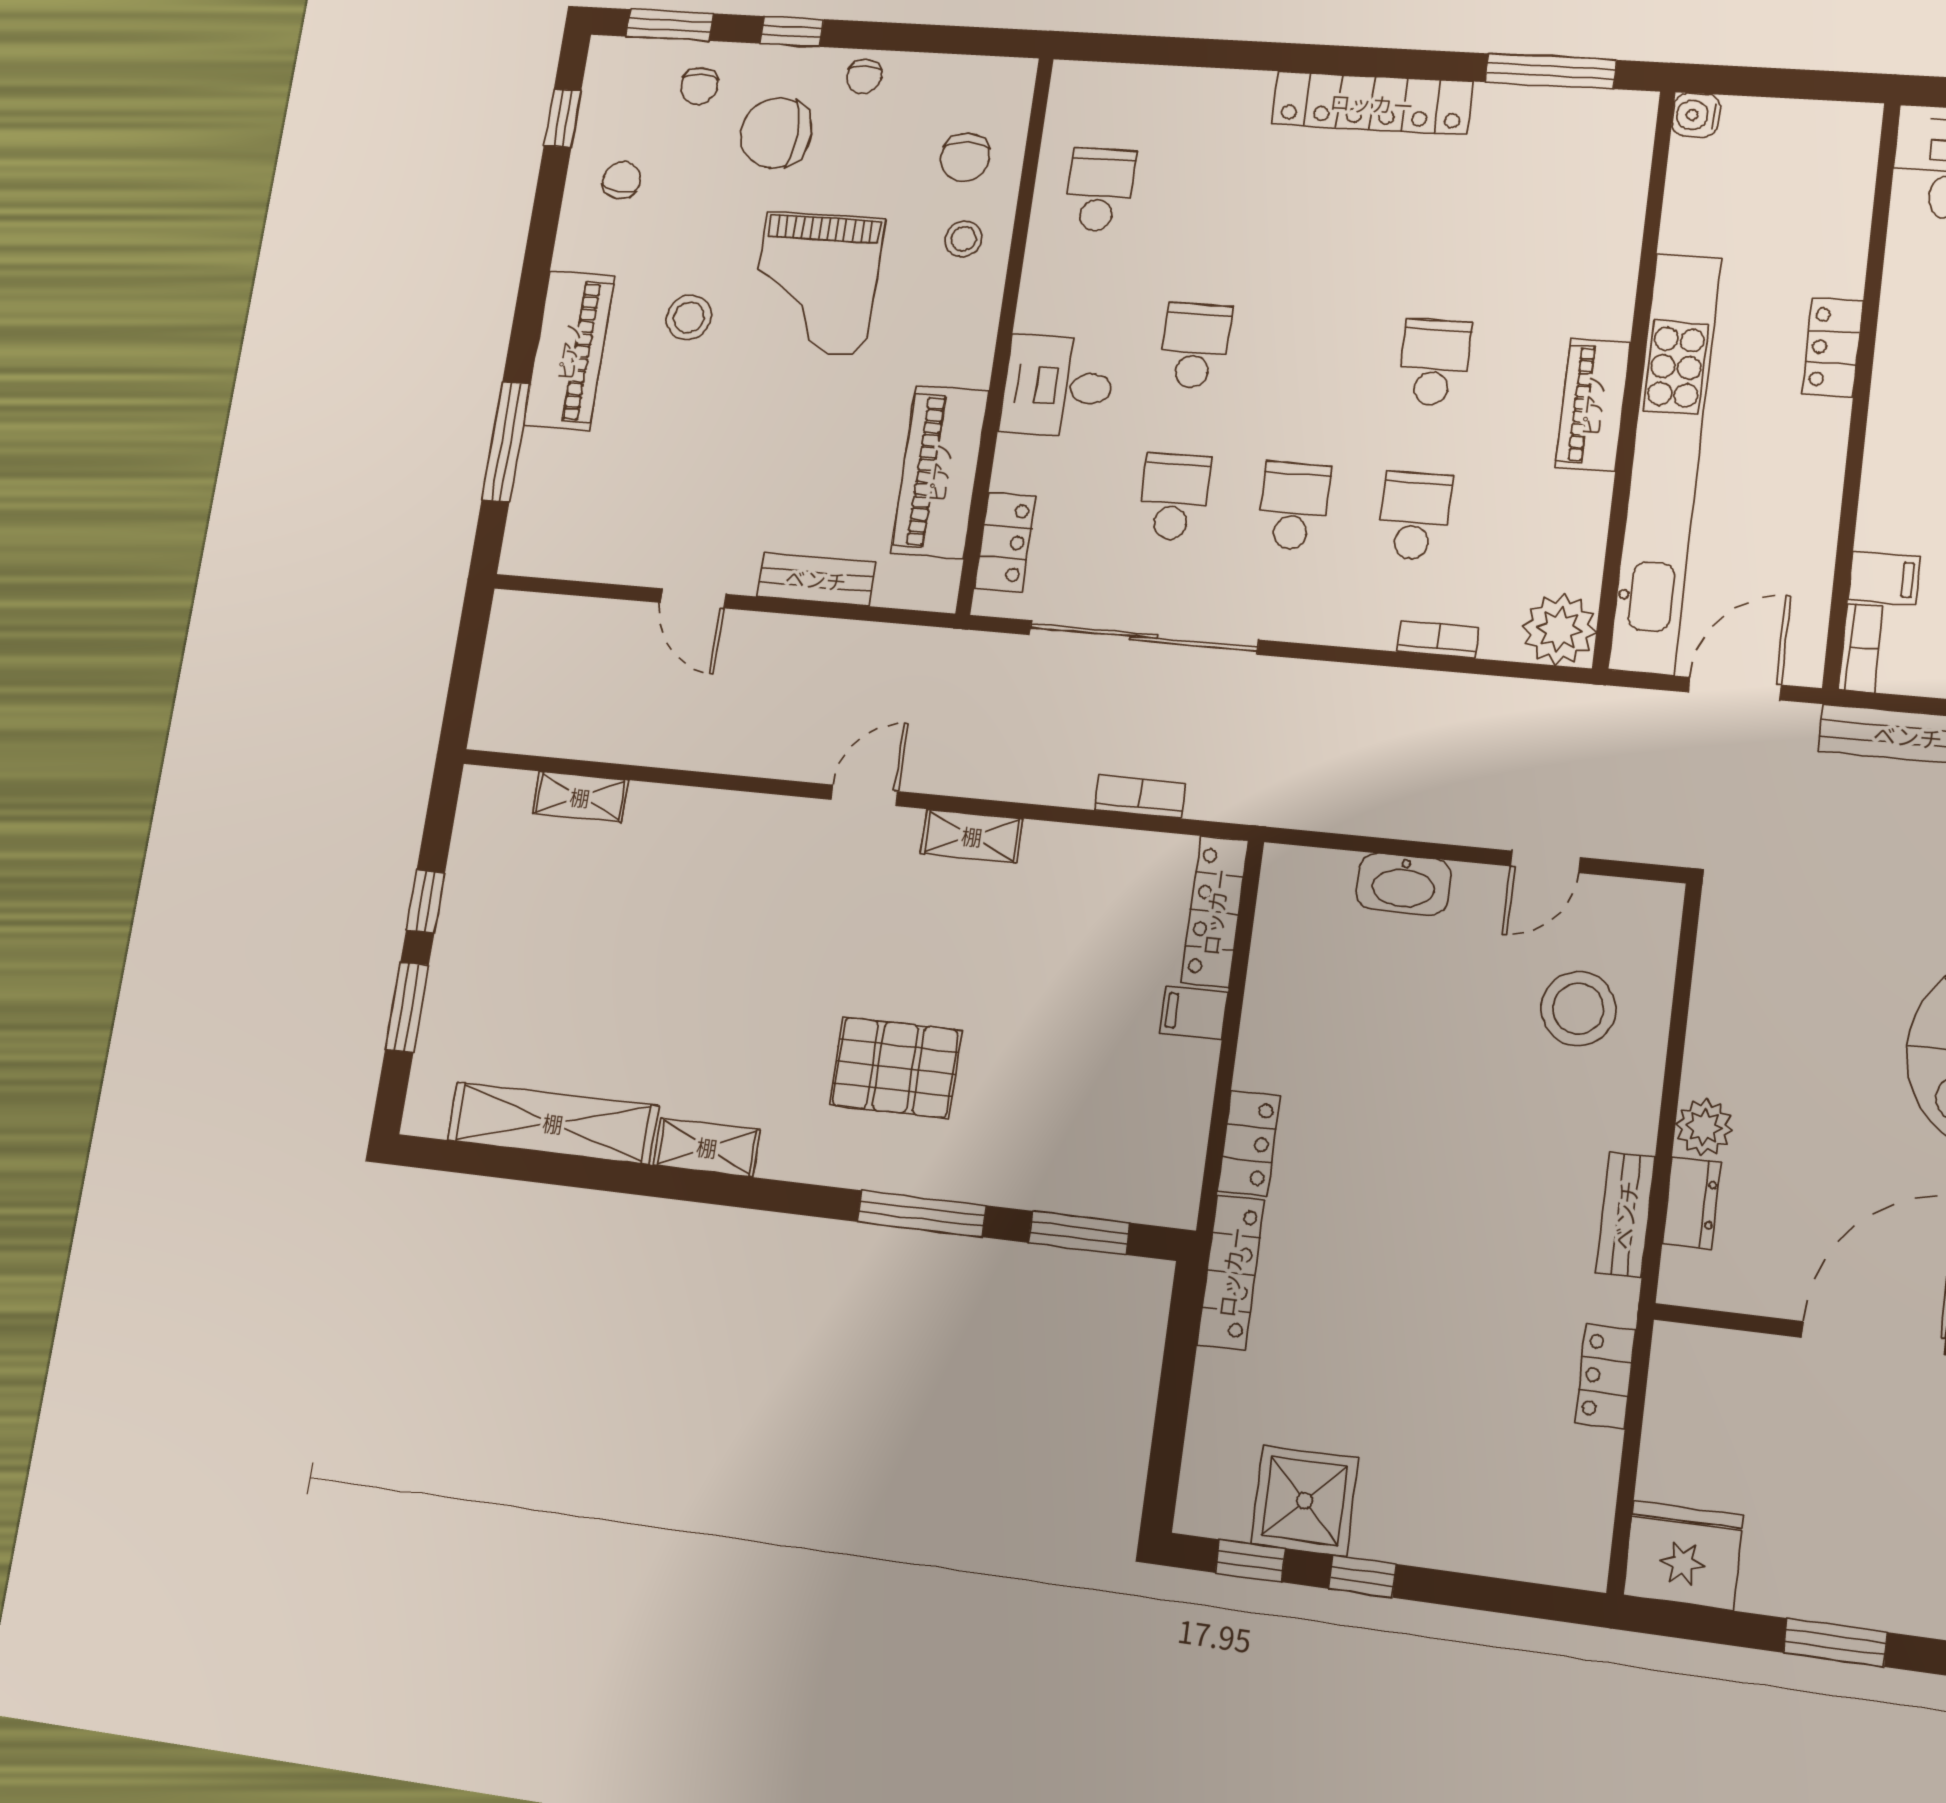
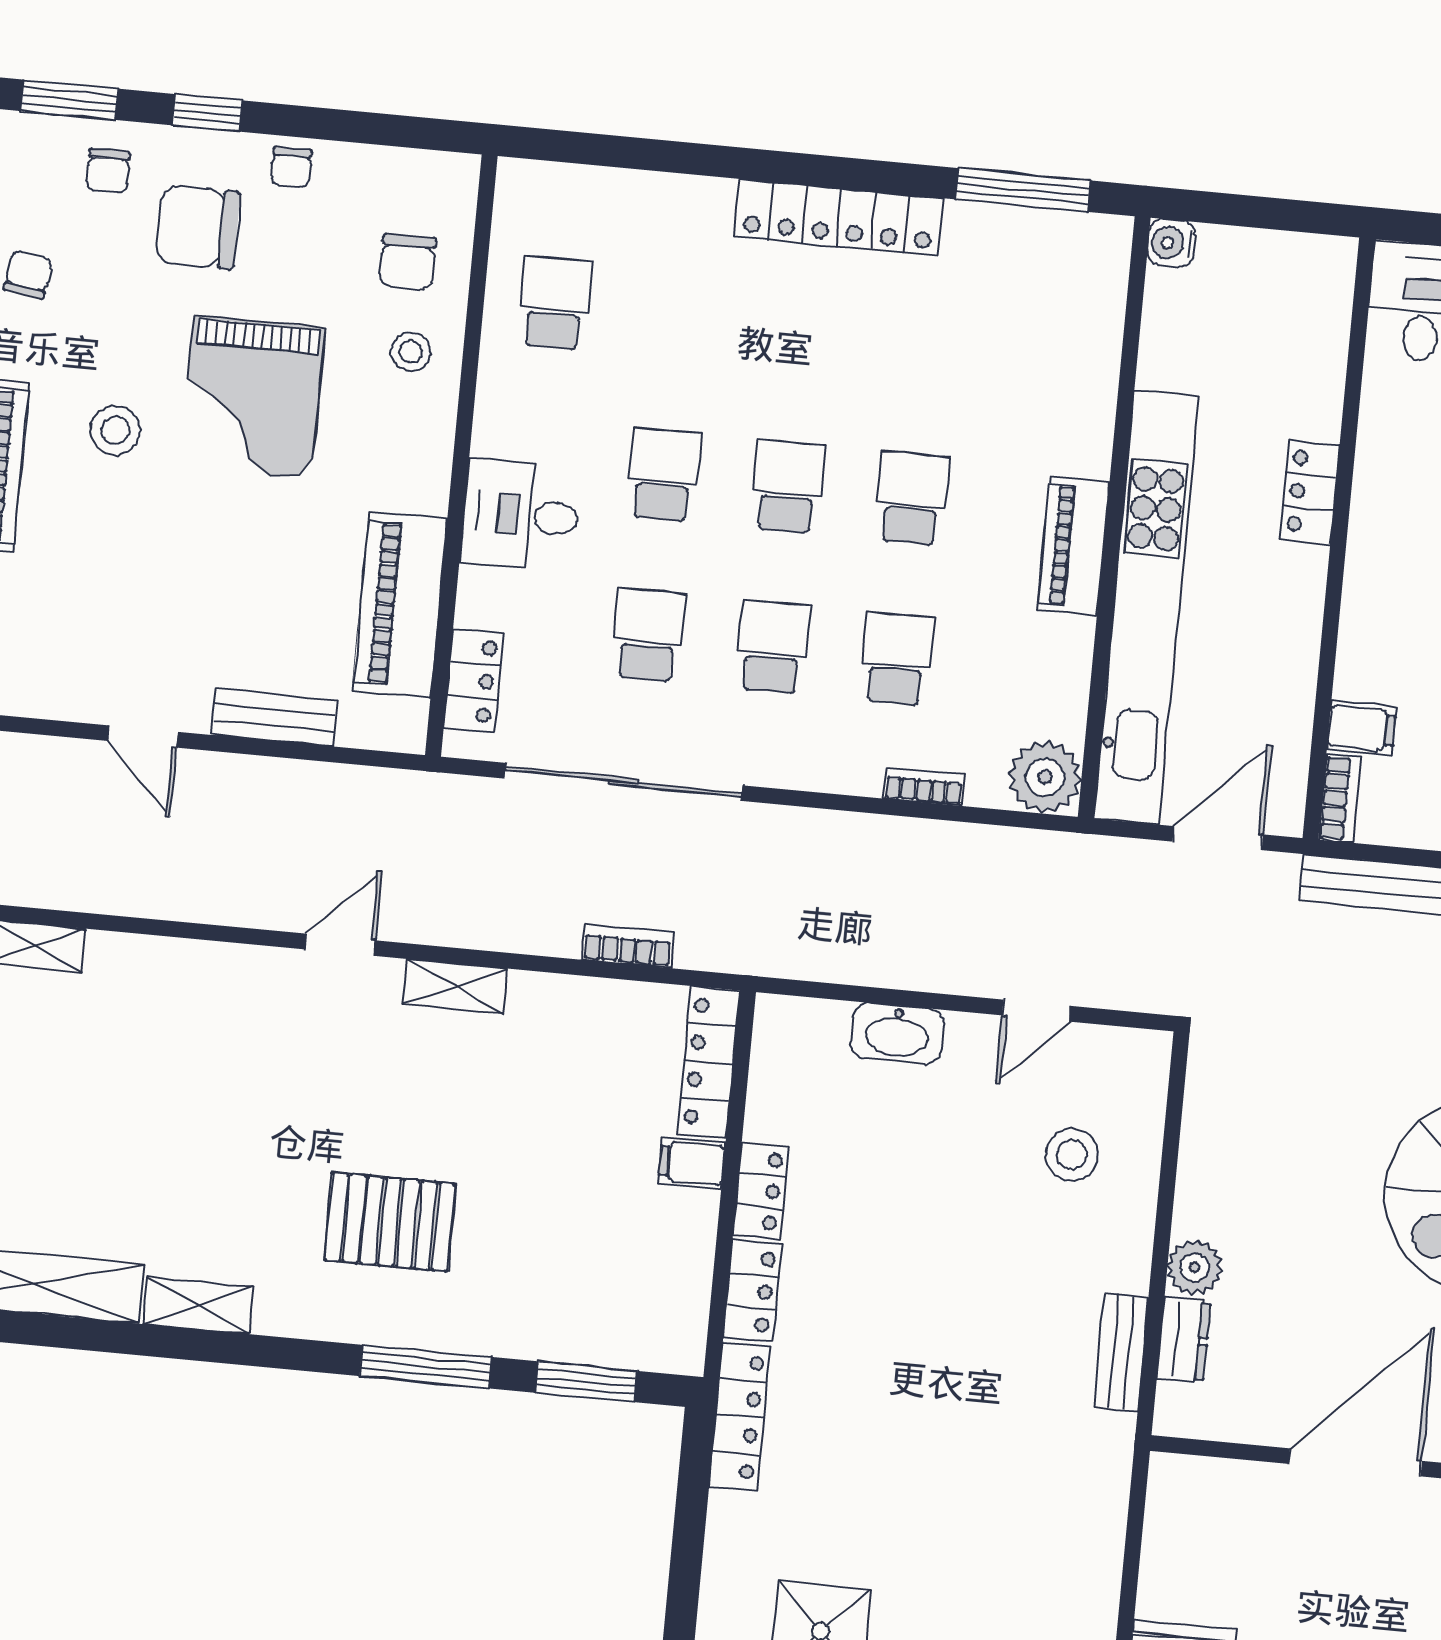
school desk: (1314, 354) -> (788, 487), added
stool: (1578, 1009) -> (1072, 1155), width x0.73, depth x0.73
locker: (1605, 1376) -> (761, 1191), moved, turned 180

